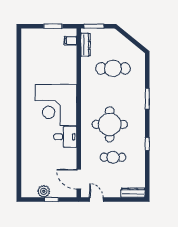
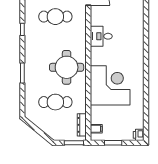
printer: (26, 34) -> (139, 135), added
corner desk: (56, 105) -> (110, 85), moved
round table: (110, 124) -> (67, 67), moved
cafe table: (113, 157) -> (55, 17), width x1.37, depth x1.35

